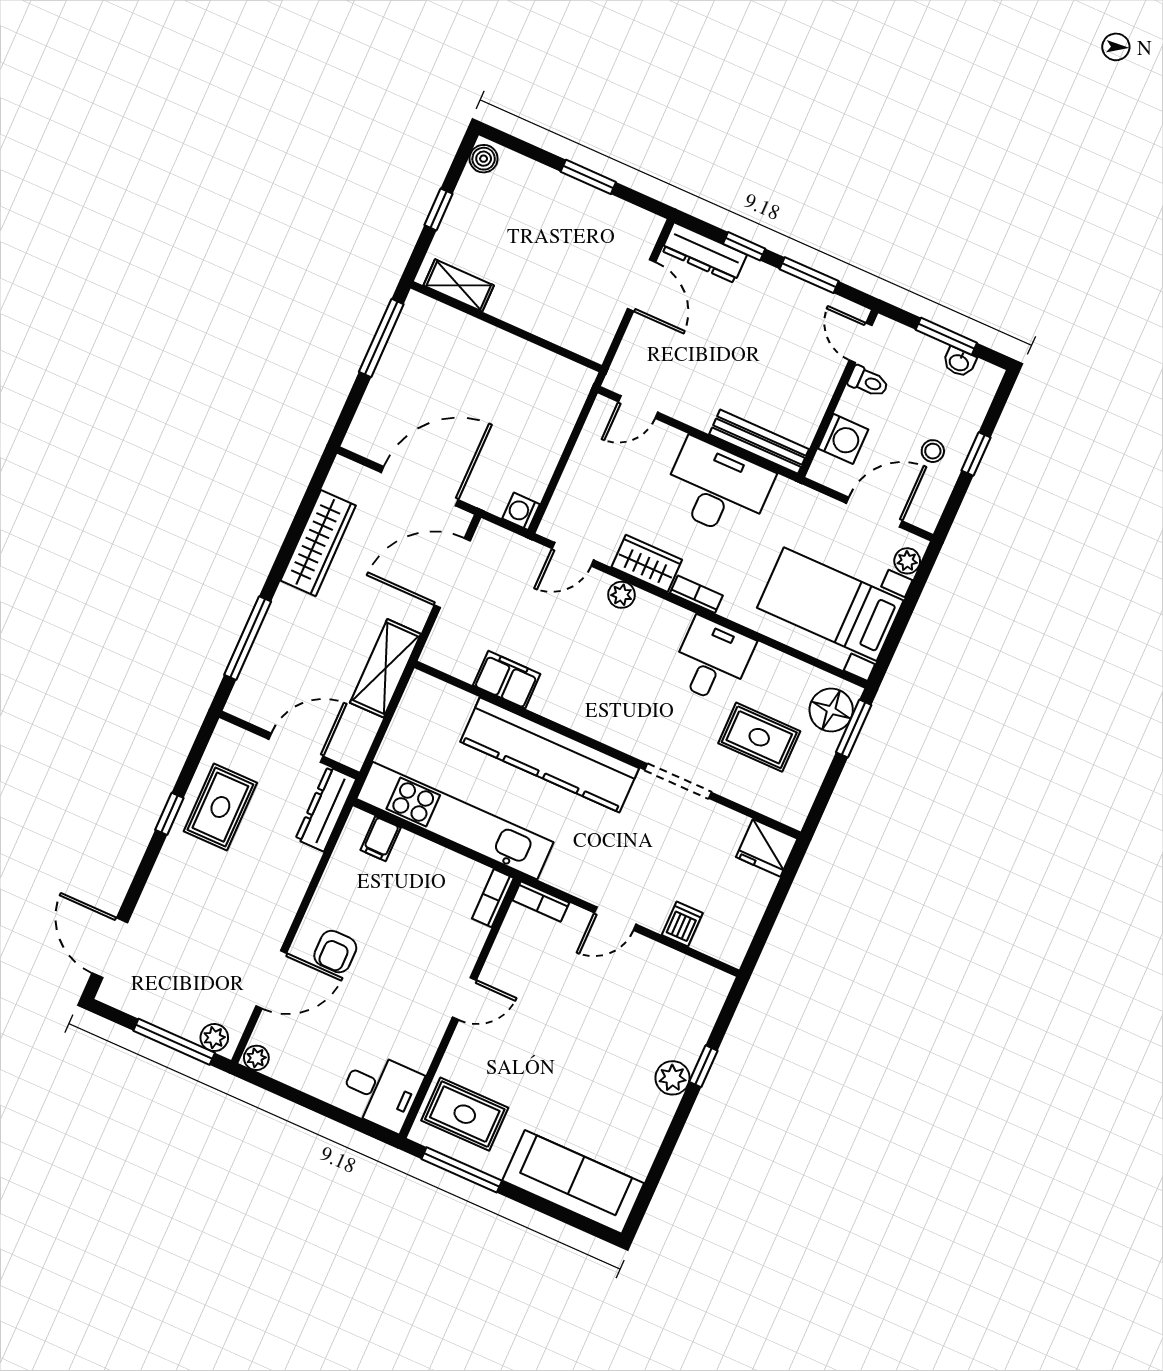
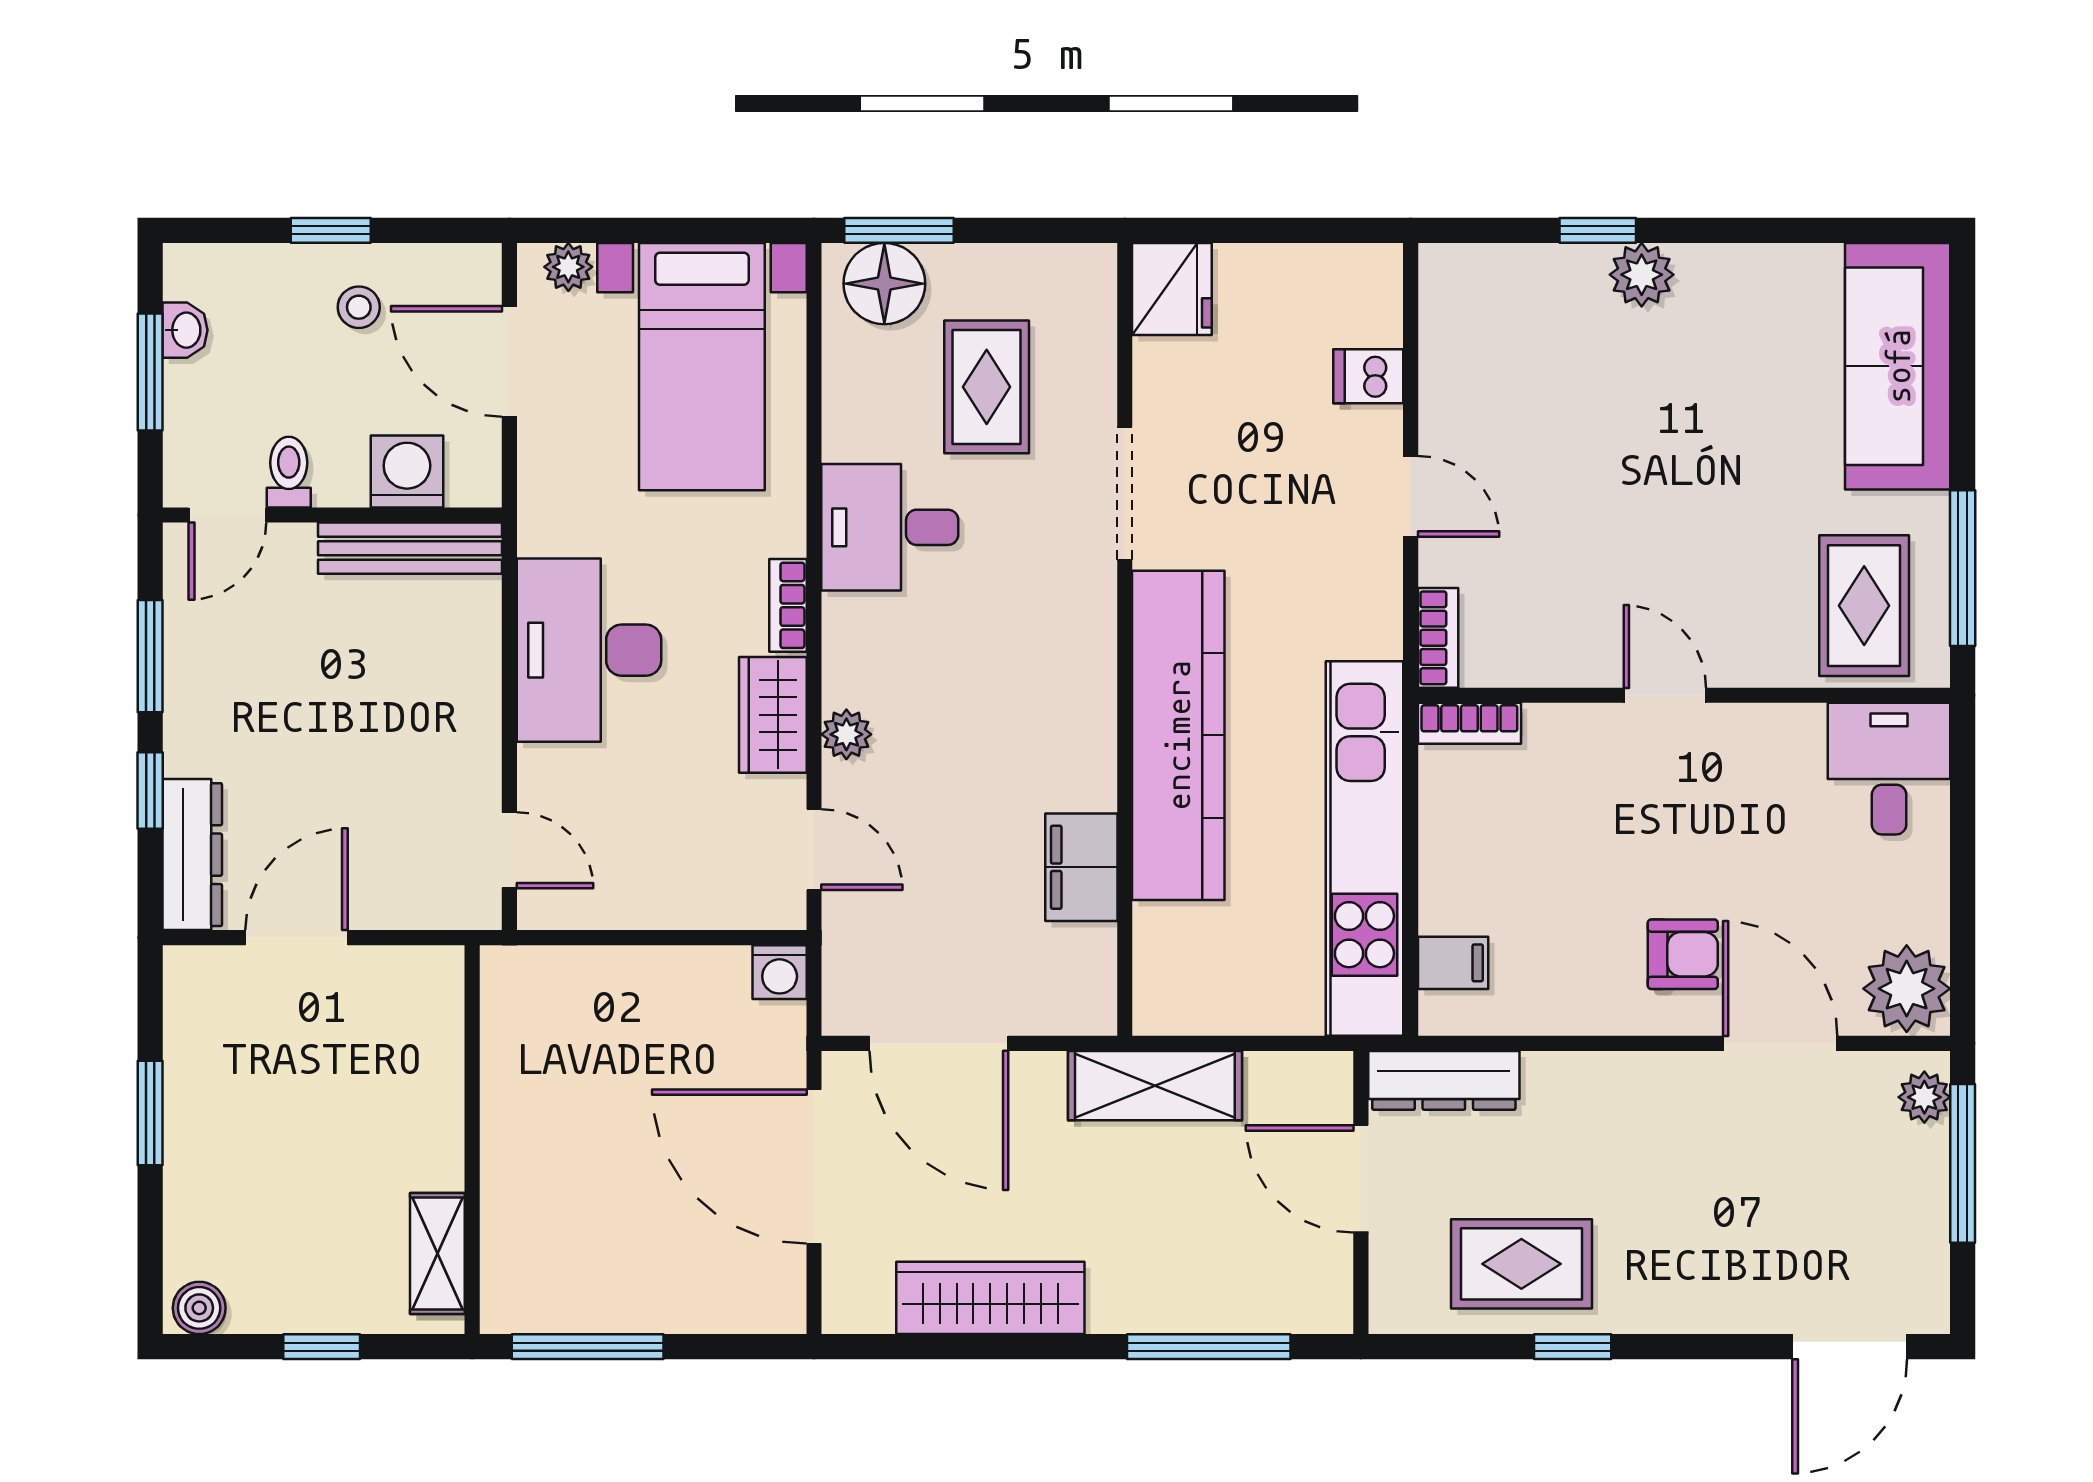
bench: (759, 442) -> (410, 548), moved, turned 90
plant: (256, 1058) -> (1907, 989), width x1.87, depth x1.87

